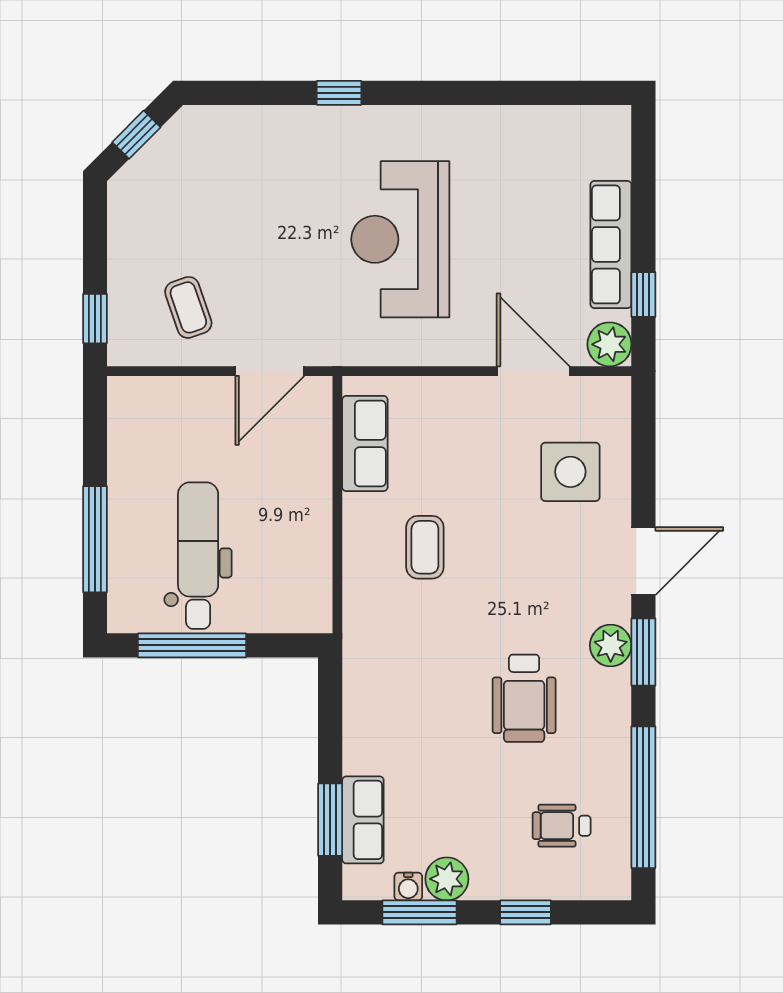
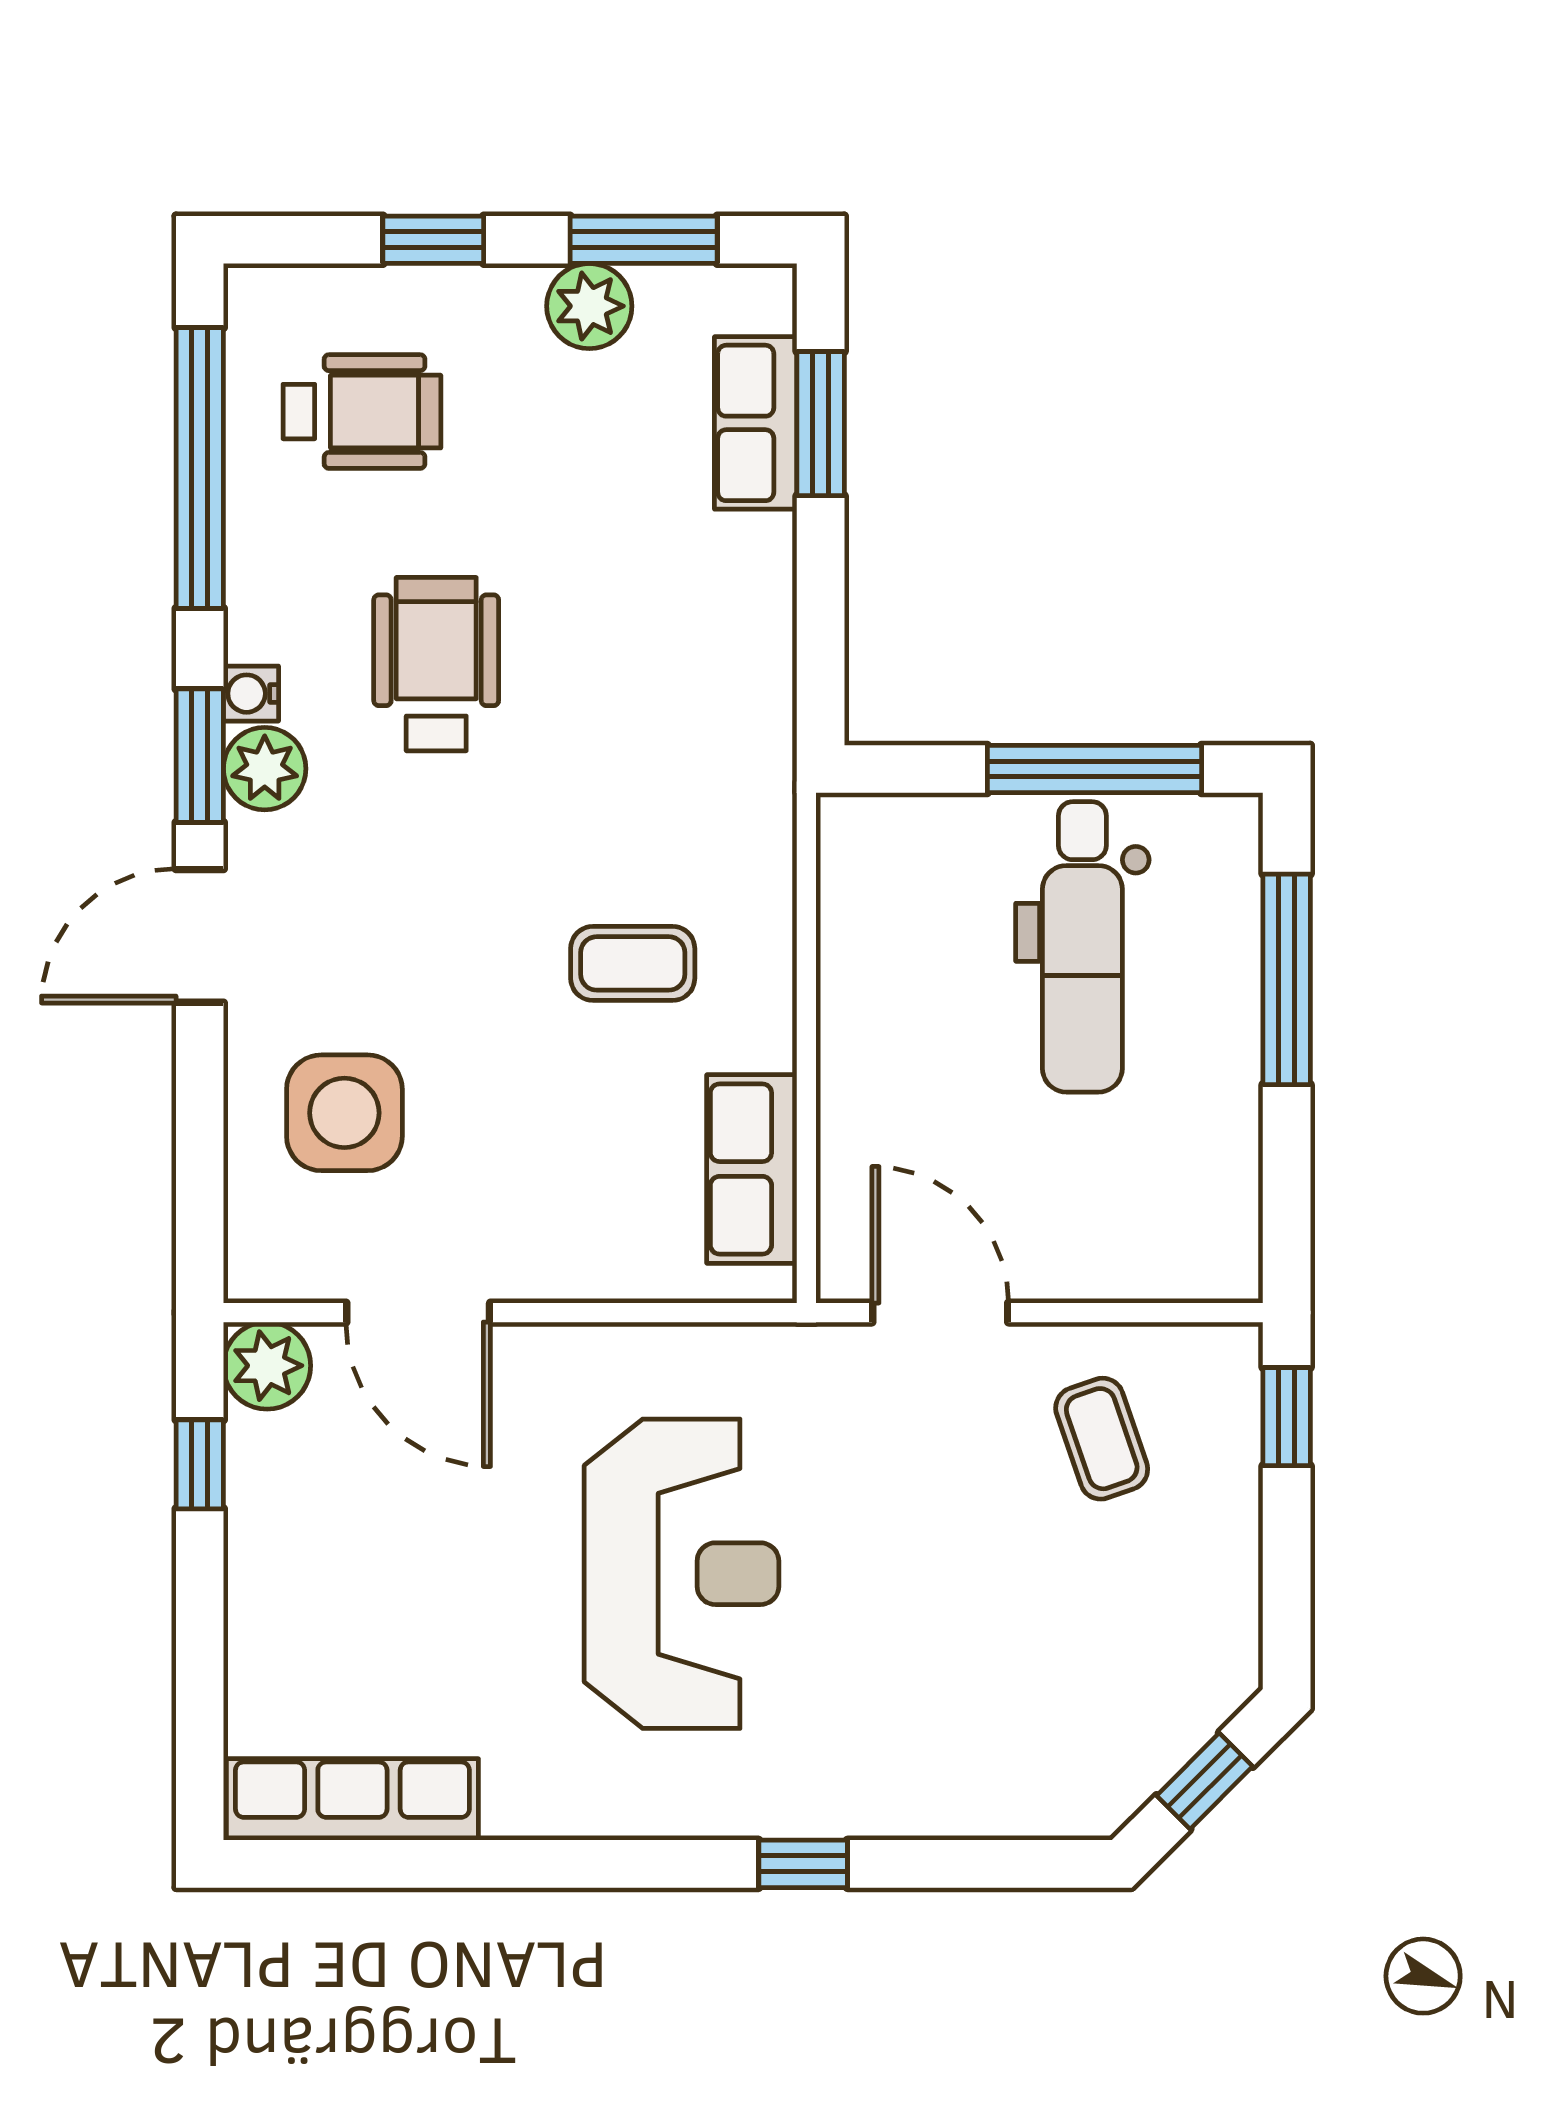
row of seats: (611, 244) -> (352, 1799), moved, turned -90
door: (270, 371) -> (940, 1313), hinge flipped
coffee table: (425, 547) -> (633, 963), turned 90
wheelchair: (562, 826) -> (362, 412), width x1.36, depth x1.37
water cooler: (408, 886) -> (251, 694), moved, turned -90

